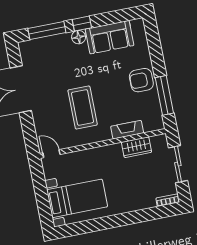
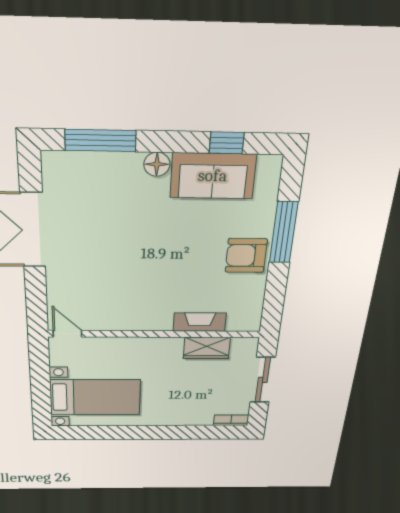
window: (82, 24) -> (227, 143), moved
window: (164, 95) -> (284, 232), moved
coffee table: (83, 107) -> (135, 278), removed

